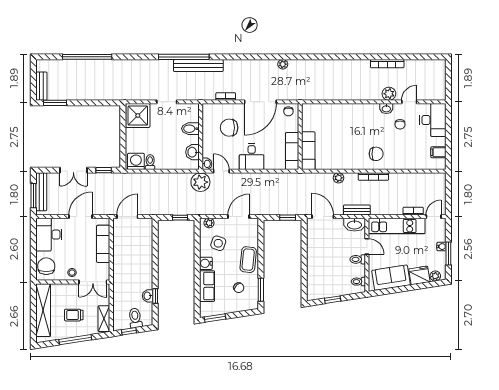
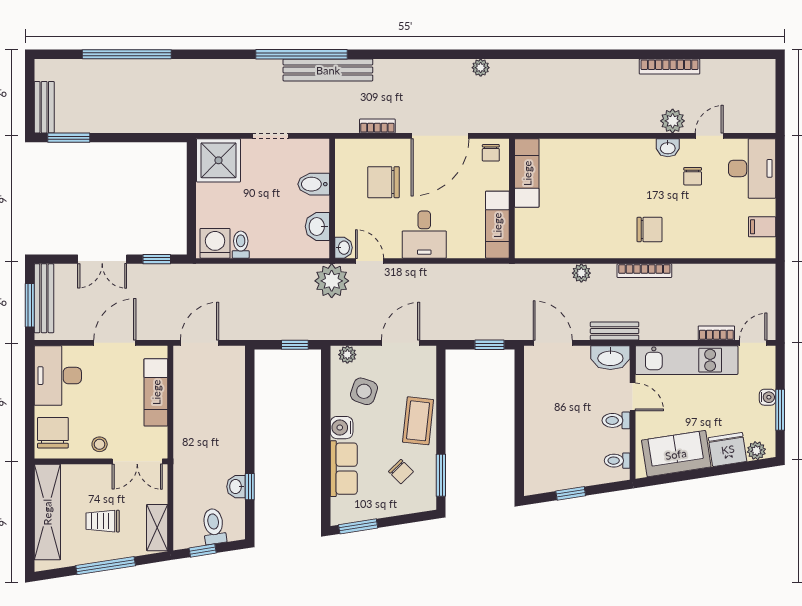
exam couch: (308, 151) -> (527, 173), moved

